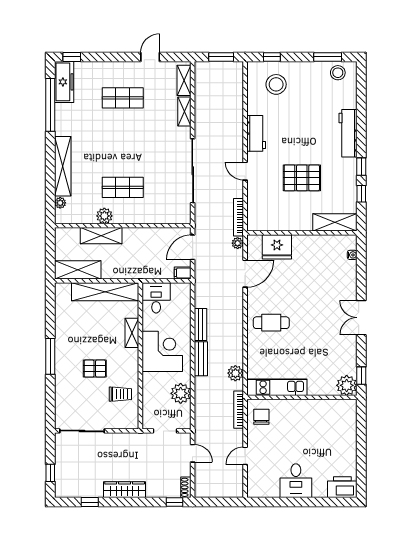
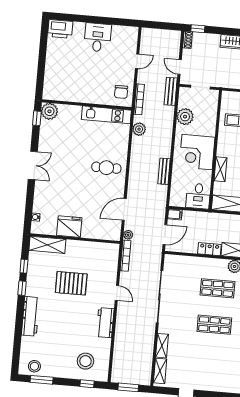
shop shelf: (123, 98) -> (214, 325), moved
locker: (137, 234) -> (209, 249), added
fridge: (277, 247) -> (69, 227), moved
bench: (201, 359) -> (171, 91), moved

